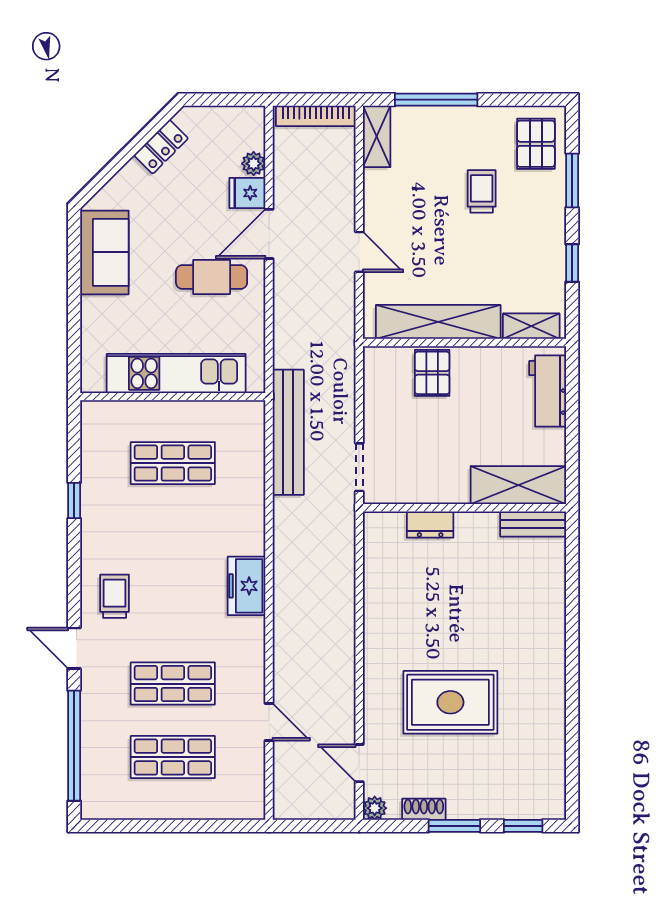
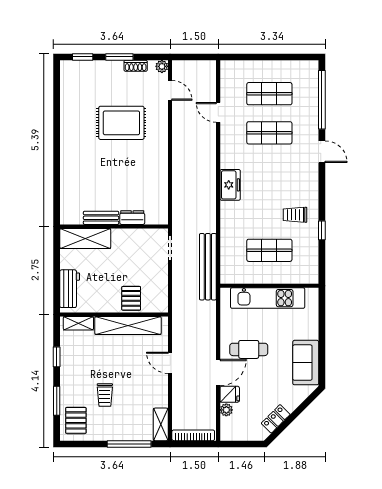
bench: (533, 524) -> (101, 218), moved
trolley: (115, 596) -> (295, 215), moved, turned 90

